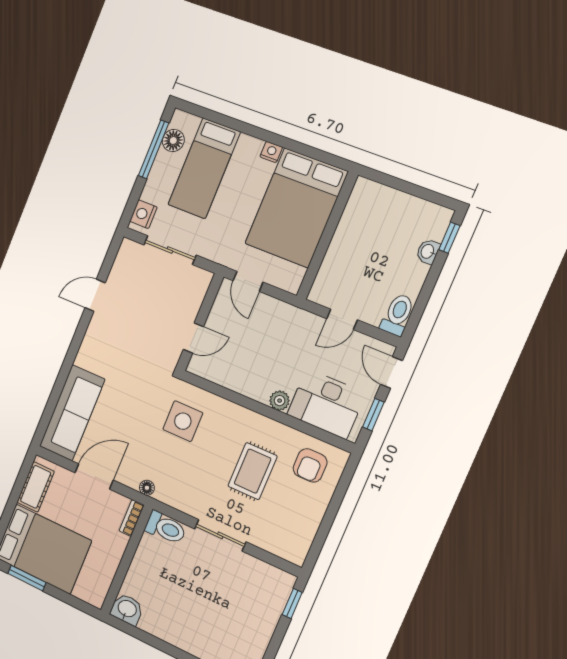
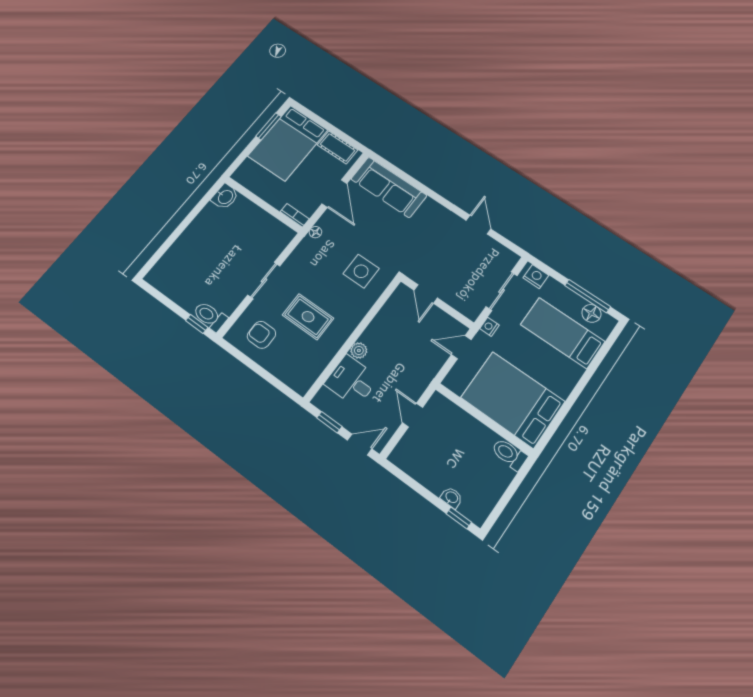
nightstand: (271, 152) -> (489, 327), moved, turned 180
toilet: (398, 315) -> (509, 454), moved, turned 180
desk: (326, 404) -> (352, 381), width x0.73
armchair: (310, 465) -> (261, 335), moved
toilet: (166, 528) -> (210, 316), moved, turned 90

